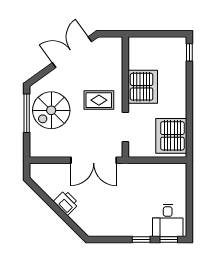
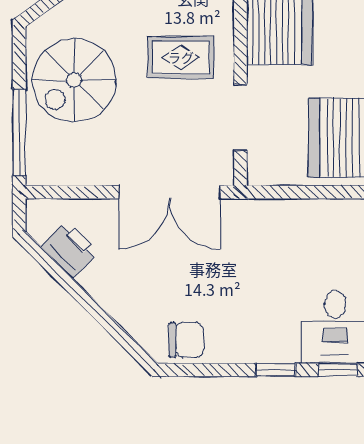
window: (27, 113) -> (19, 133), moved
printer: (66, 203) -> (70, 249), moved
chair: (101, 226) -> (186, 340), added

